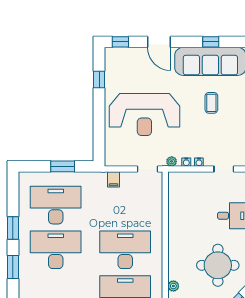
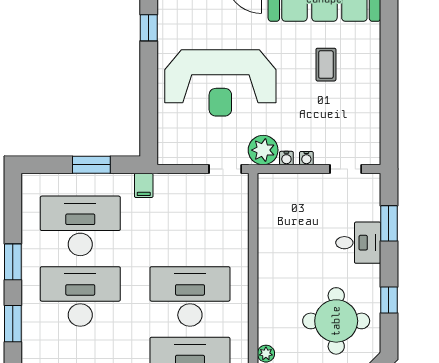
plant: (172, 161) -> (263, 150), width x1.88, depth x1.88
filing cabinet: (114, 179) -> (144, 185), moved

